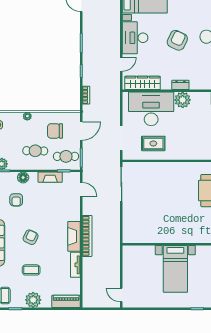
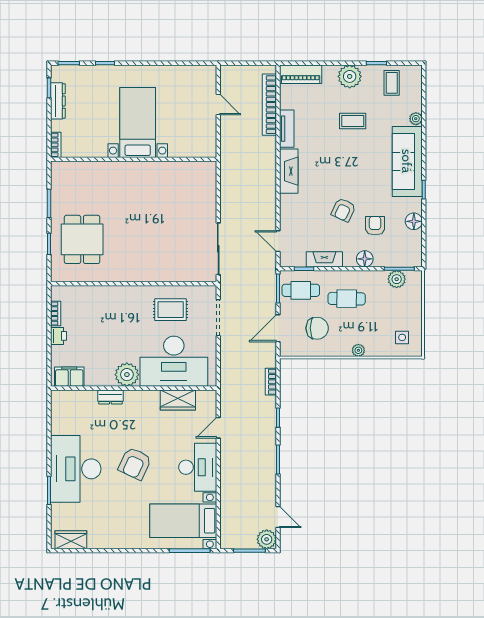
wardrobe: (143, 83) -> (178, 400), width x0.67
dresser: (180, 85) -> (110, 397), moved
bookcase: (87, 236) -> (269, 105), moved
armchair: (31, 237) -> (343, 210), moved
door: (121, 295) -> (218, 104), moved

